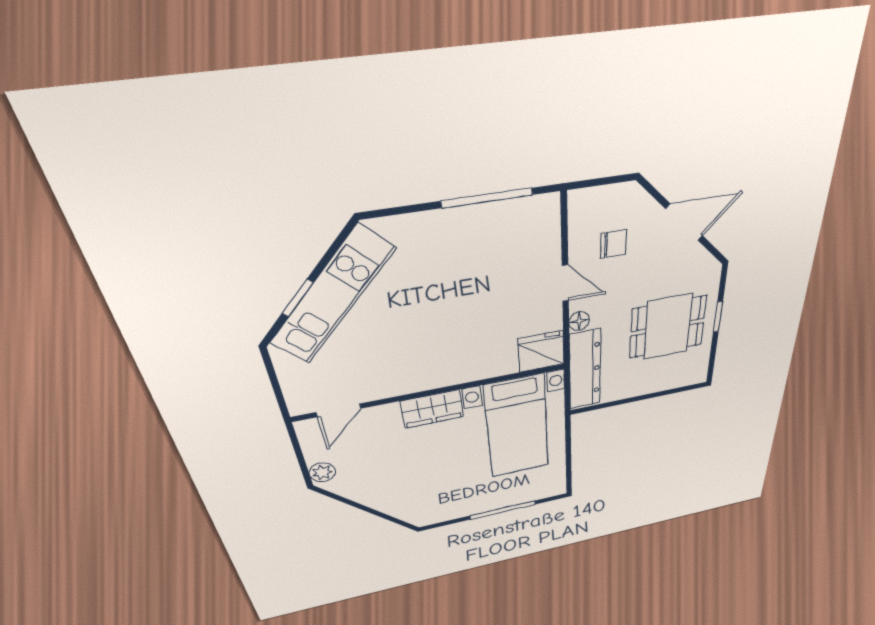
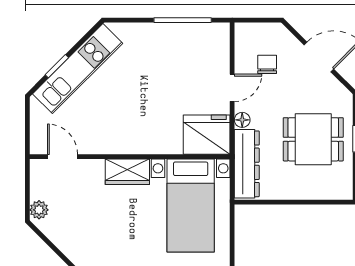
chair: (613, 244) -> (267, 64), turned -90
door: (565, 283) -> (232, 88), hinge flipped
fridge: (541, 351) -> (207, 135), width x1.36, depth x1.34
door: (339, 410) -> (63, 157), swing flipped

